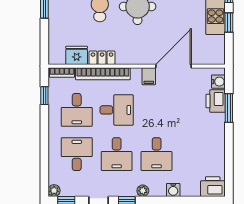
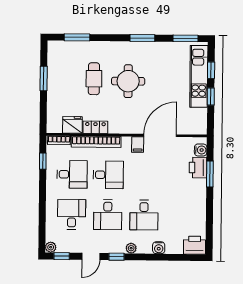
desk: (77, 110) -> (72, 174), turned -90

